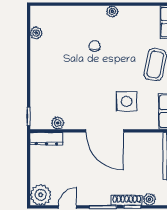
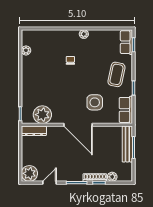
plant: (58, 123) -> (42, 115), width x1.88, depth x1.88

